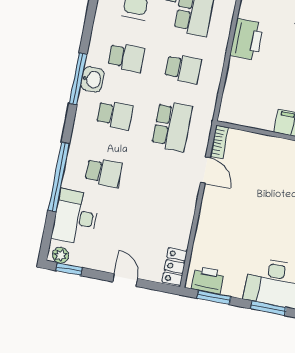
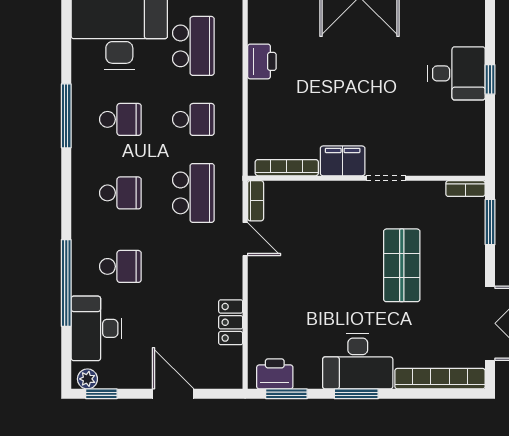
printer: (247, 39) -> (262, 61), width x0.73, depth x0.84
window: (78, 79) -> (66, 116), moved
washbasin: (92, 79) -> (84, 155), removed
bookcase: (249, 121) -> (287, 168), added
locker: (175, 267) -> (231, 322), moved
door: (125, 280) -> (173, 394), width x1.38

